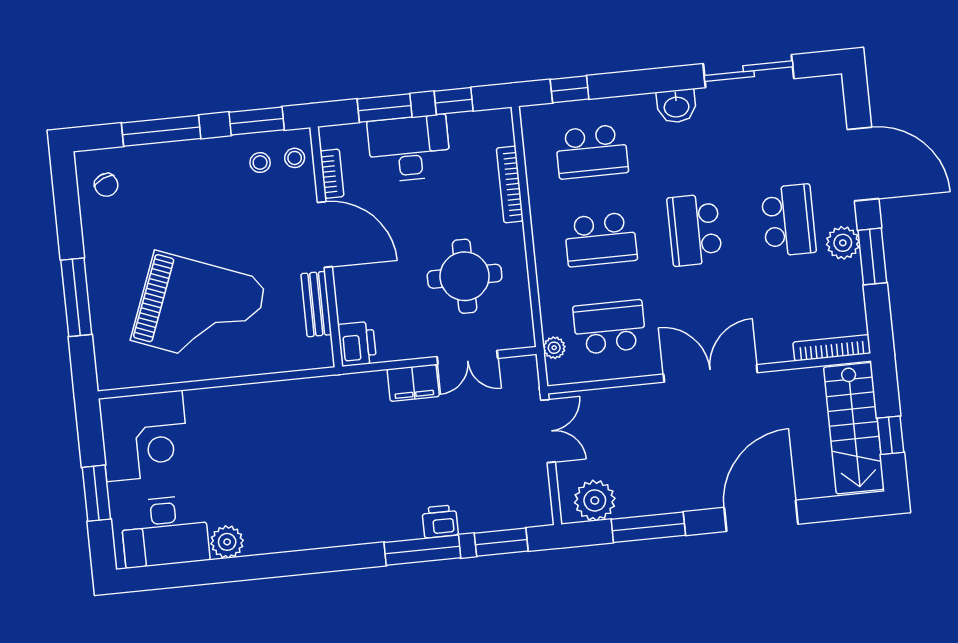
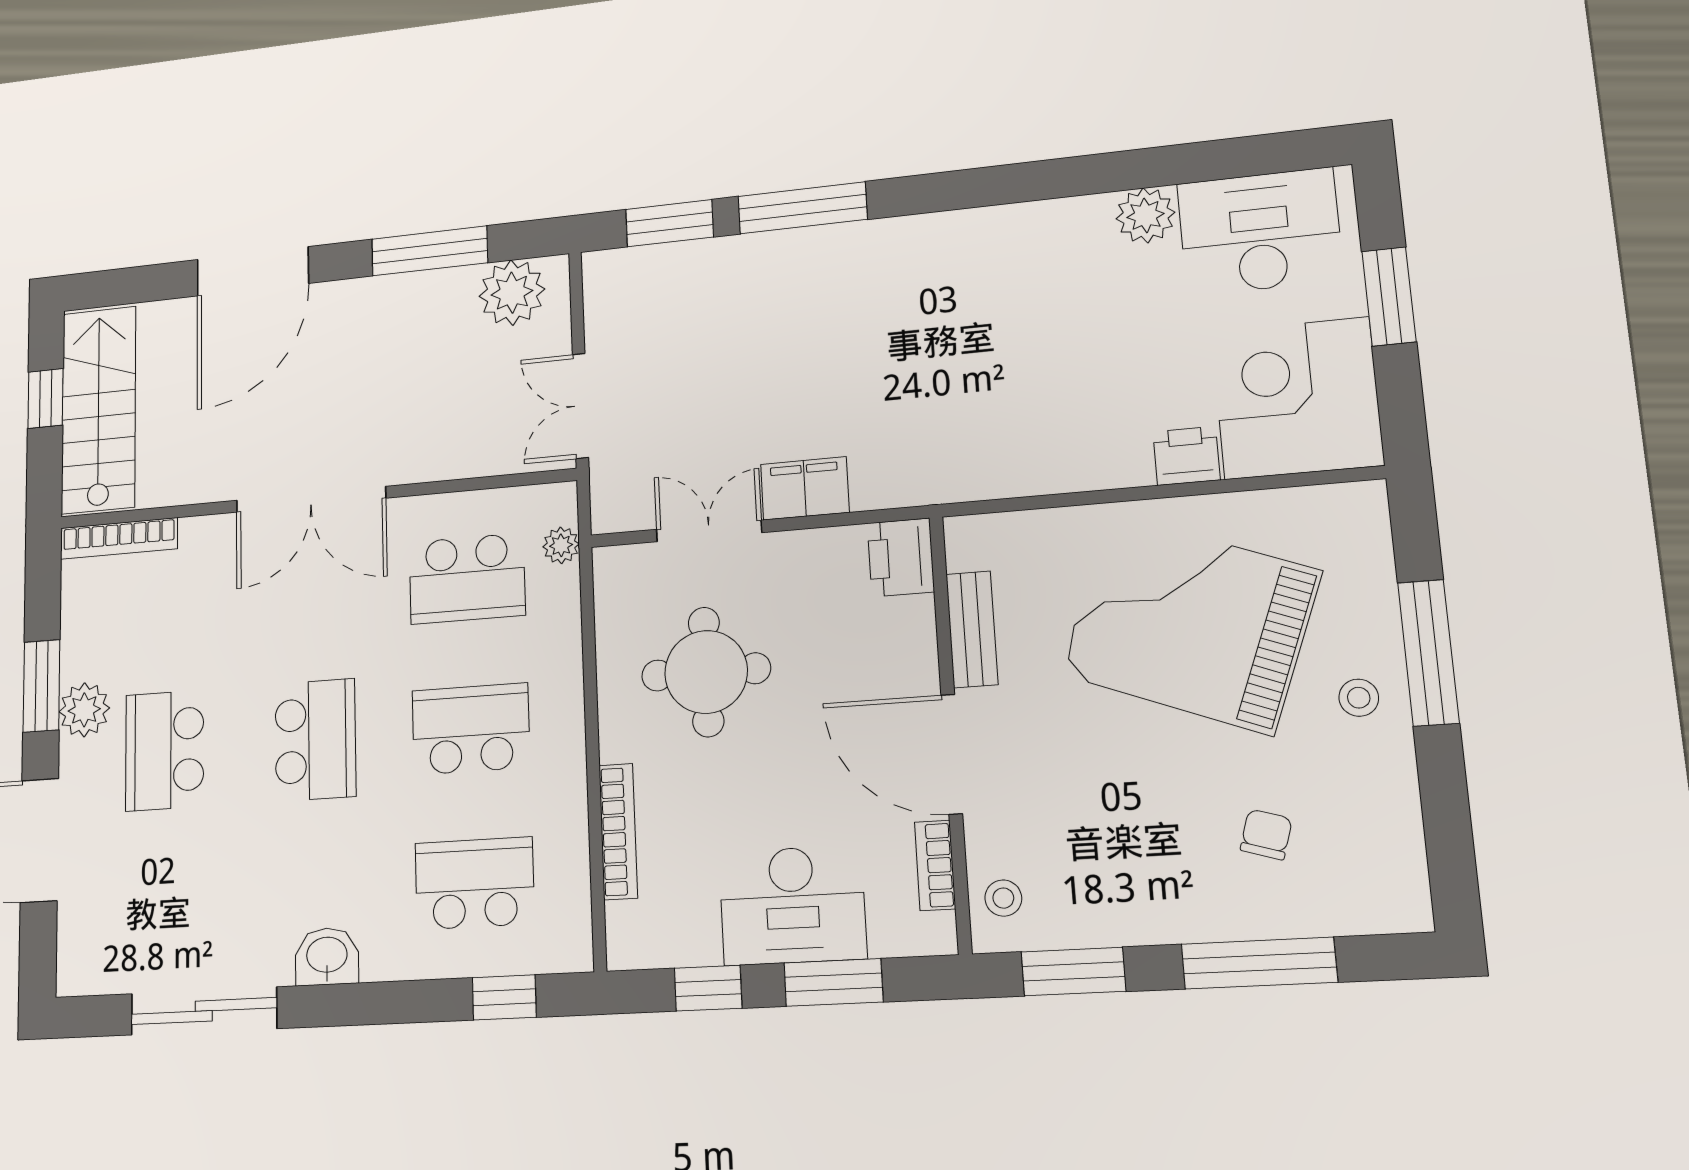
stool: (260, 162) -> (1359, 698), moved
chair: (106, 185) -> (1266, 834), moved, turned 41
printer: (440, 521) -> (1187, 456), moved, turned 180

